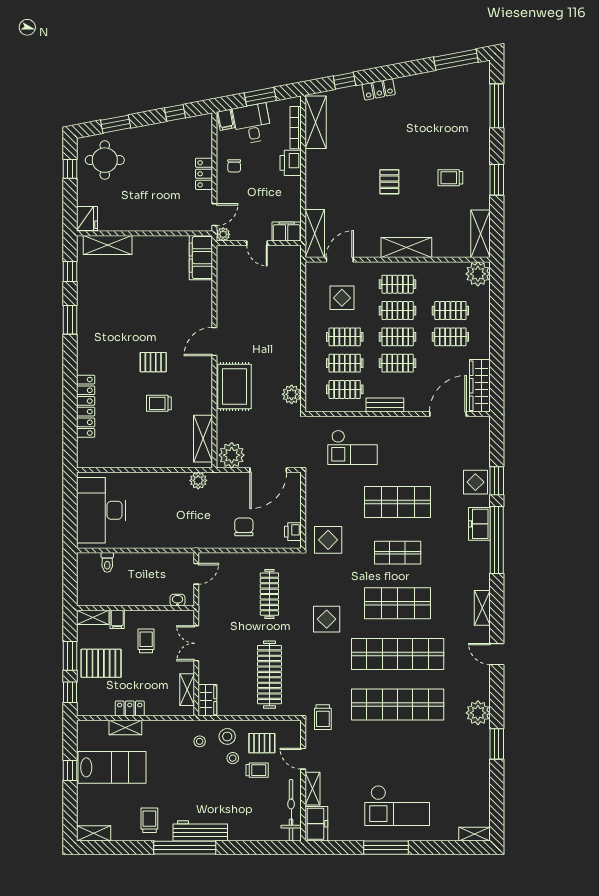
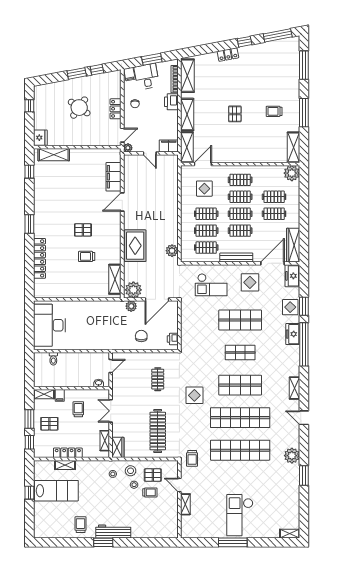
window: (344, 81) -> (245, 42), moved
window: (116, 124) -> (77, 73), moved
round table: (105, 160) -> (79, 108), moved, turned 35
window: (497, 180) -> (304, 113), width x1.44
shelving: (406, 247) -> (187, 115), moved, turned 90
filing cabinet: (201, 258) -> (114, 177), moved
window: (70, 320) -> (29, 224), moved
door: (214, 342) -> (122, 202), moved
bench: (385, 405) -> (236, 258), width x1.36
plant: (198, 480) -> (131, 306), moved
display table: (328, 540) -> (250, 282), moved
clothes rail: (269, 594) -> (158, 379), width x0.73
pallet: (101, 663) -> (49, 424), width x0.67, depth x0.71
locker: (130, 709) -> (68, 453), width x1.53
checkout: (397, 806) -> (240, 515), turned 90
bicycle: (291, 810) -> (172, 518), removed
freezer: (316, 824) -> (292, 276), moved, turned 180
shelving: (94, 833) -> (45, 533), removed
window: (185, 848) -> (103, 542), width x0.47

